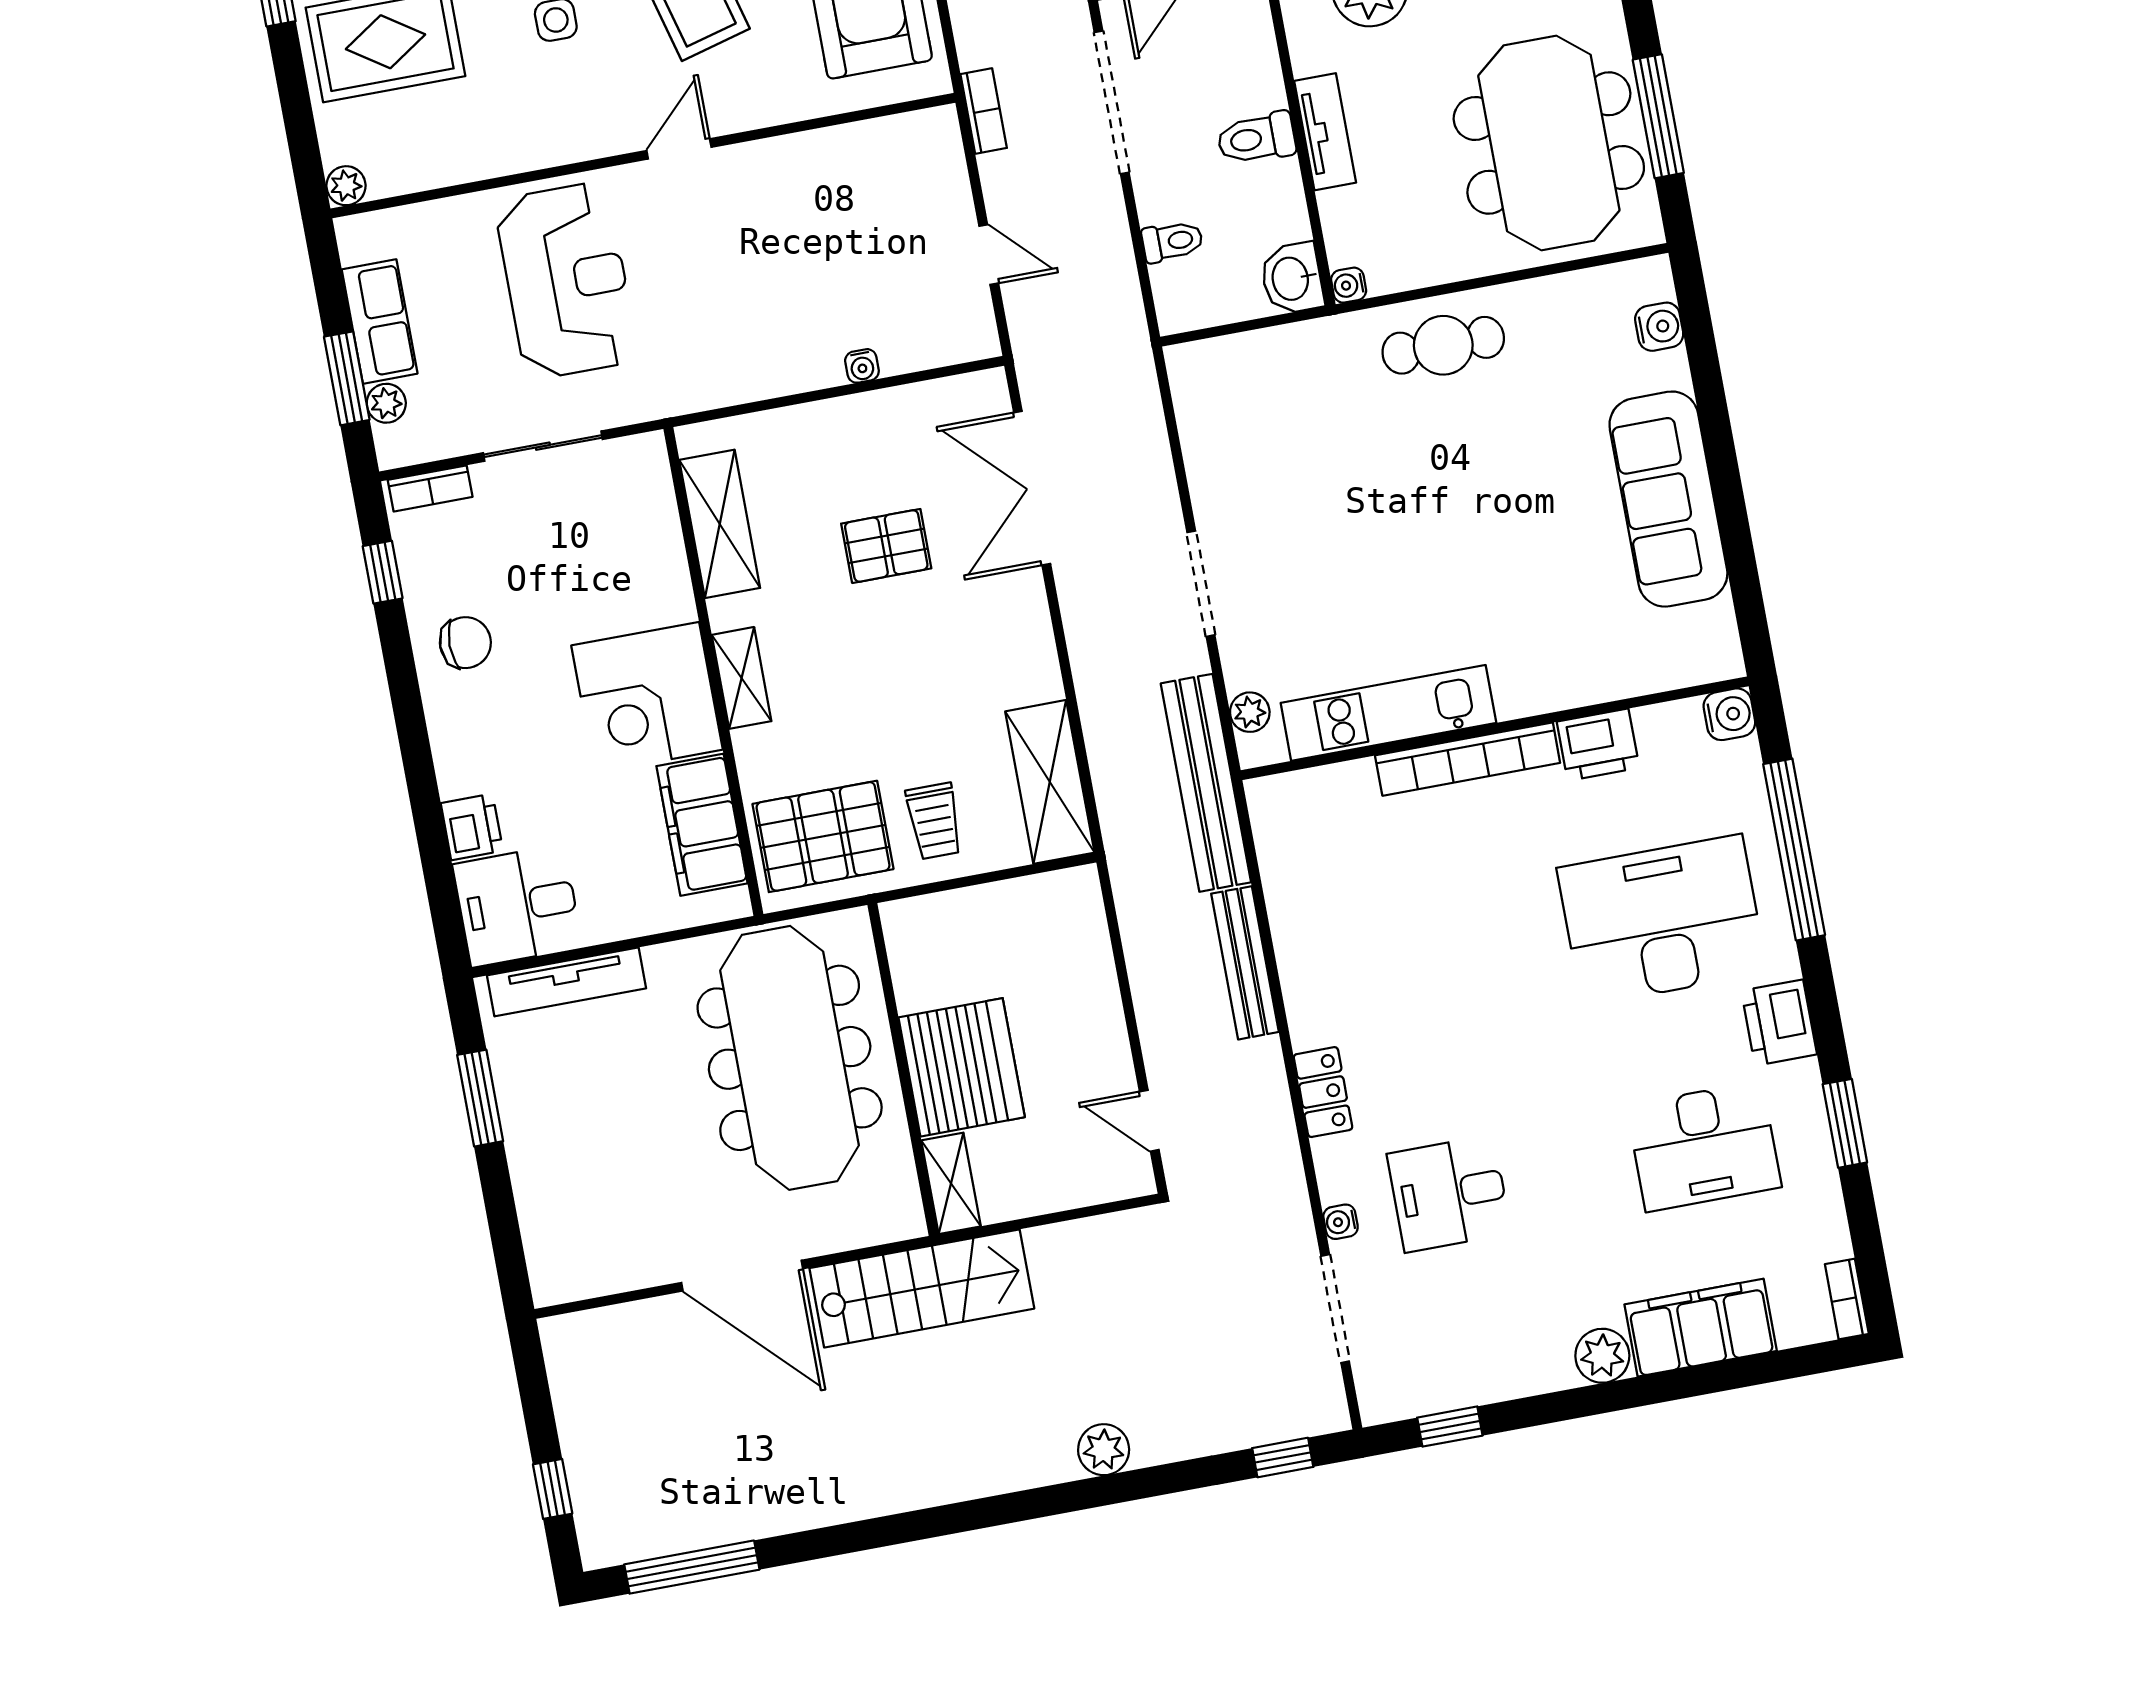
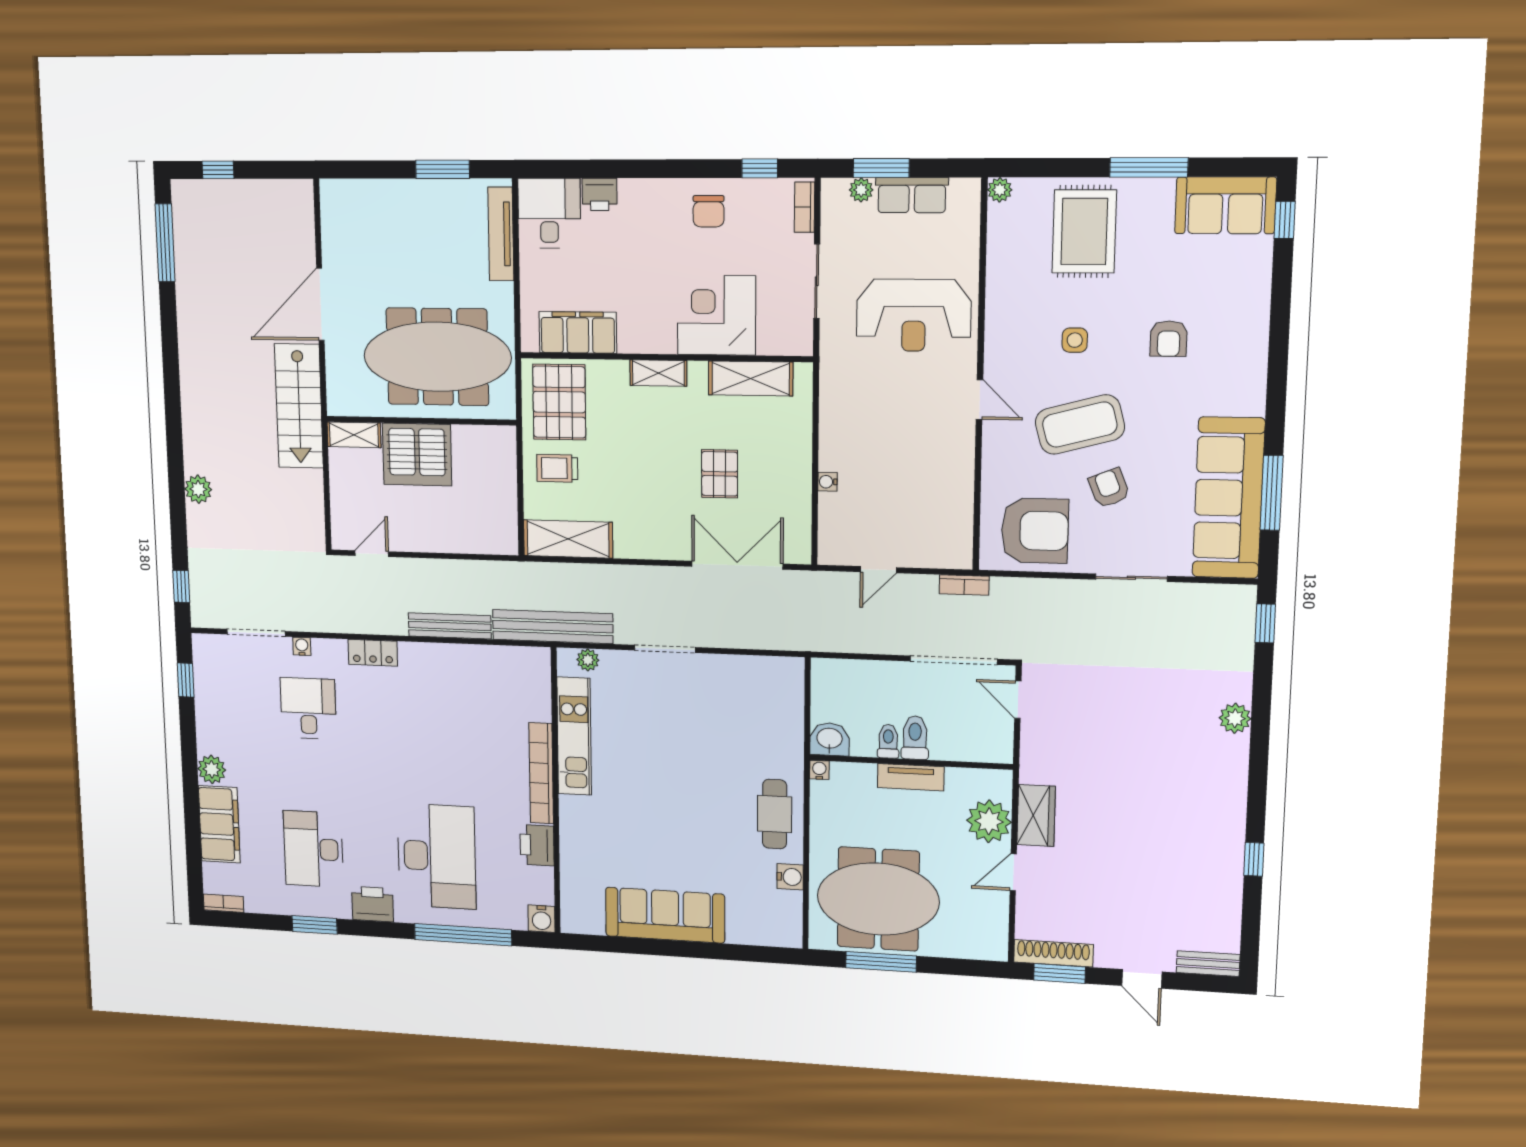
toilet: (1172, 241) -> (888, 741), moved, turned 180
water cooler: (1659, 327) -> (790, 877), moved, turned -90
corner desk: (647, 698) -> (716, 315), moved

